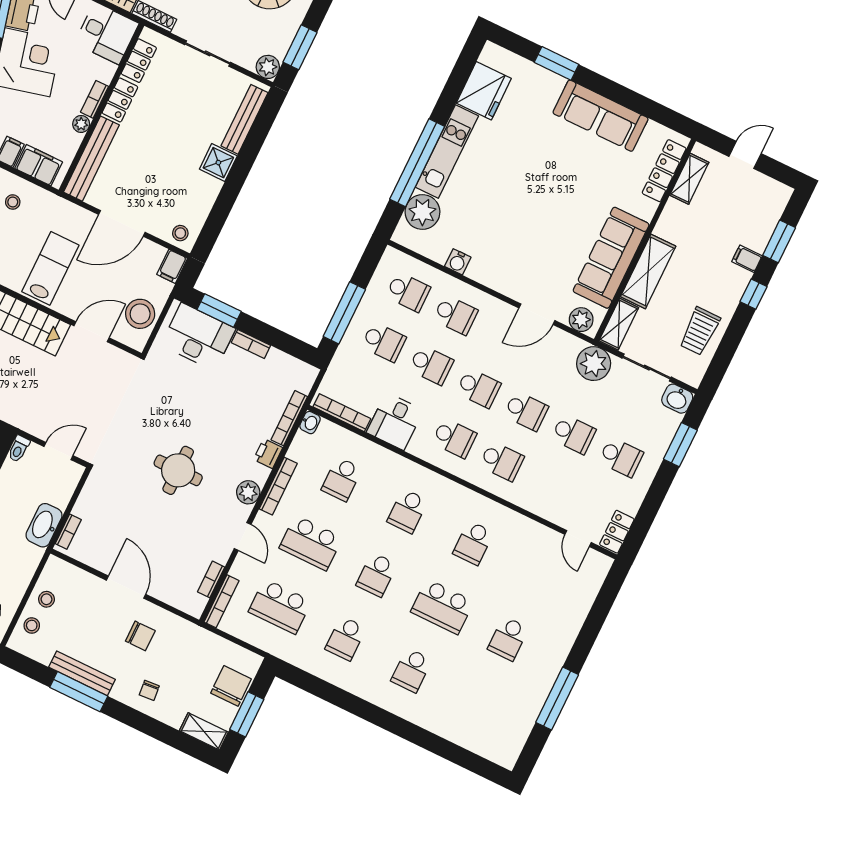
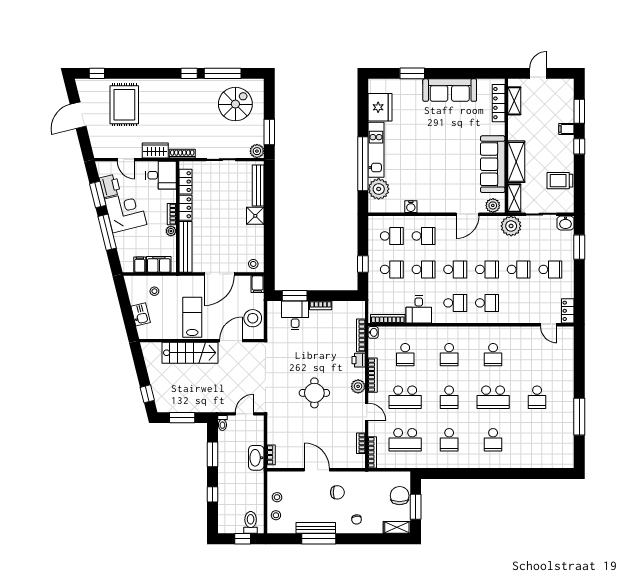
window: (344, 313) -> (363, 264), width x0.46
trolley: (700, 331) -> (560, 181), turned 90
desk: (198, 337) -> (295, 315), width x0.73

